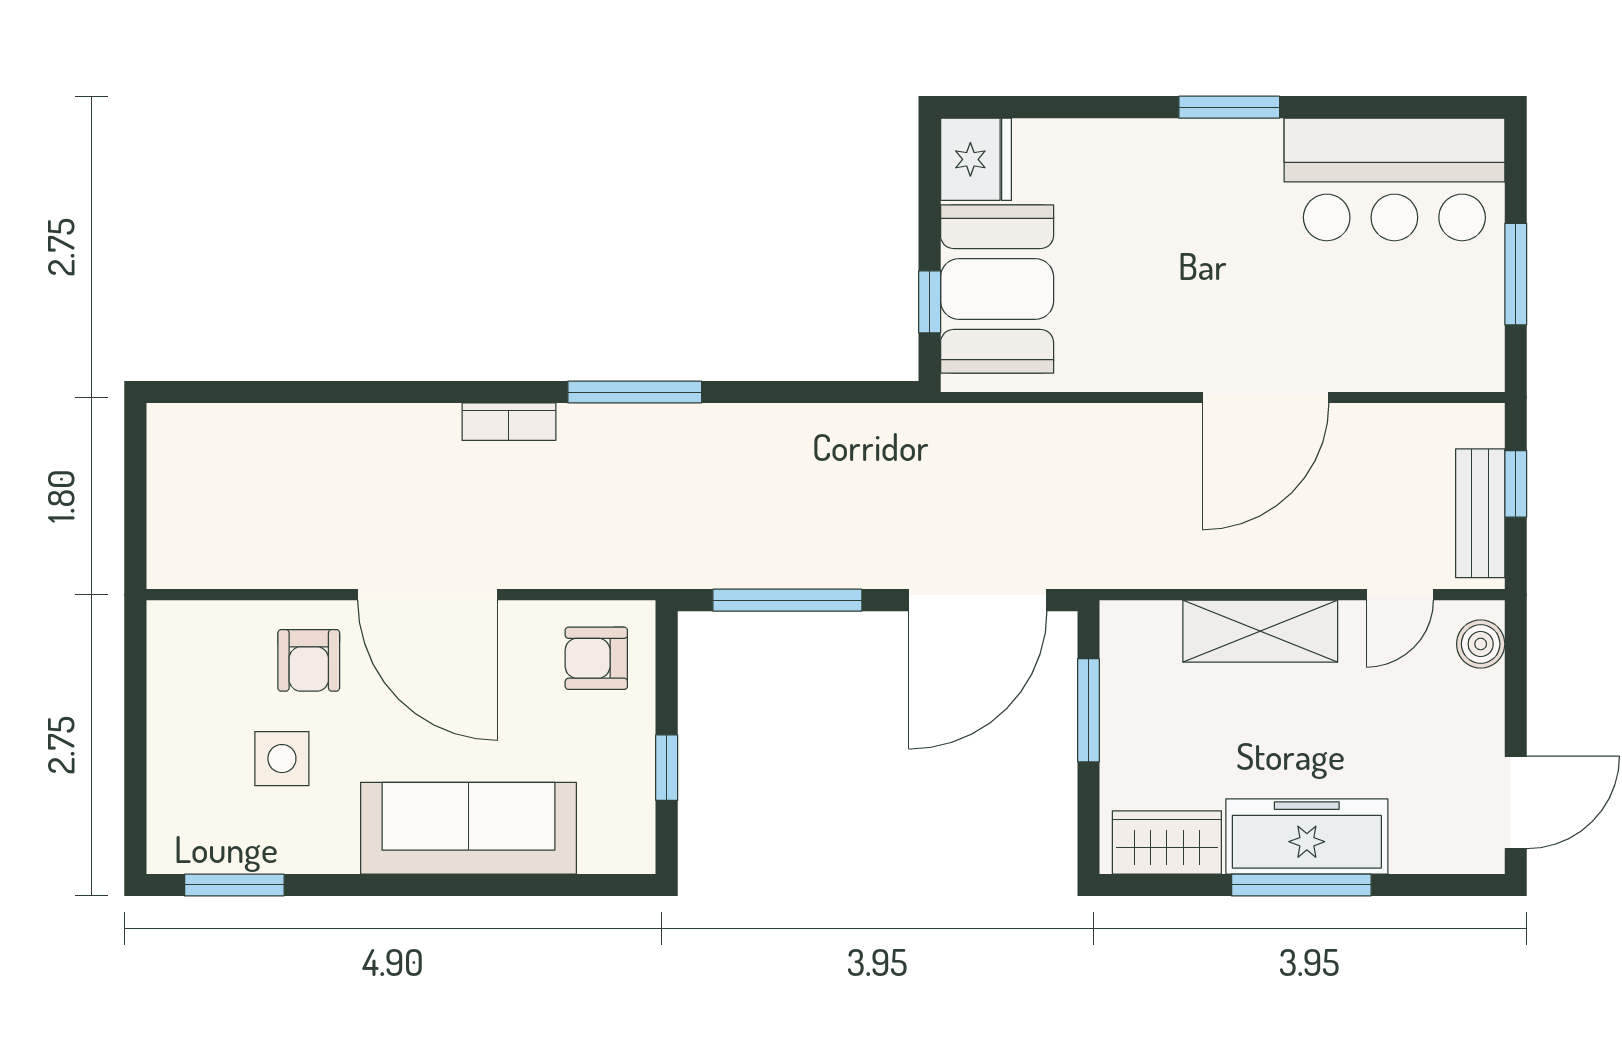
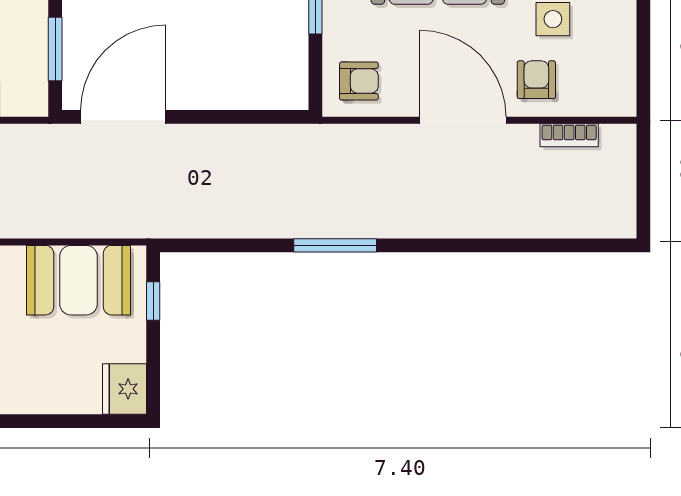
booth: (997, 289) -> (79, 280), moved, turned 90
bookcase: (509, 422) -> (569, 135), moved, turned 180
window: (787, 600) -> (241, 117), removed

